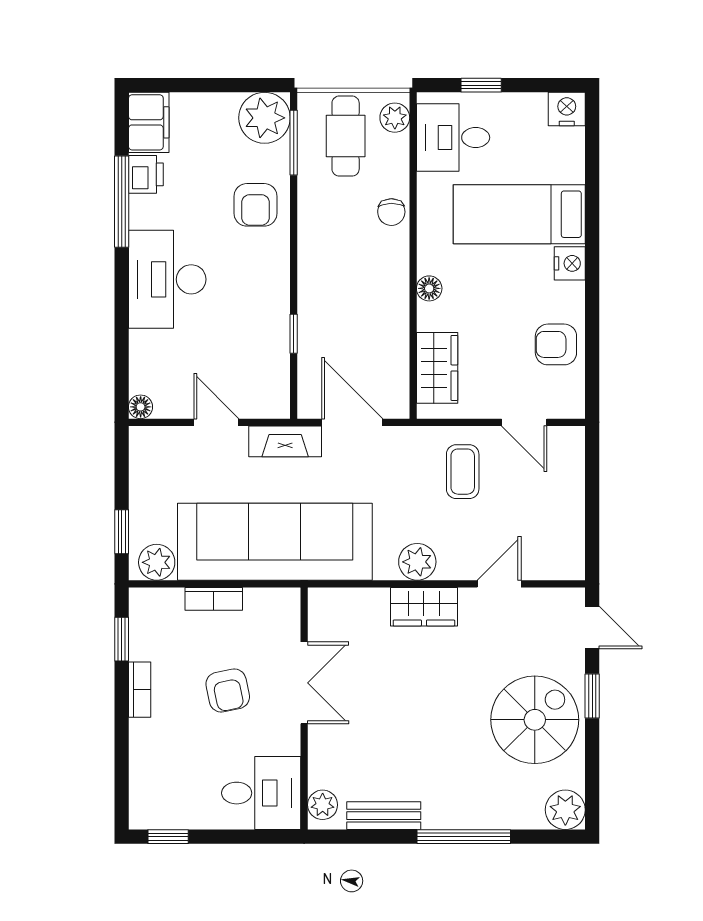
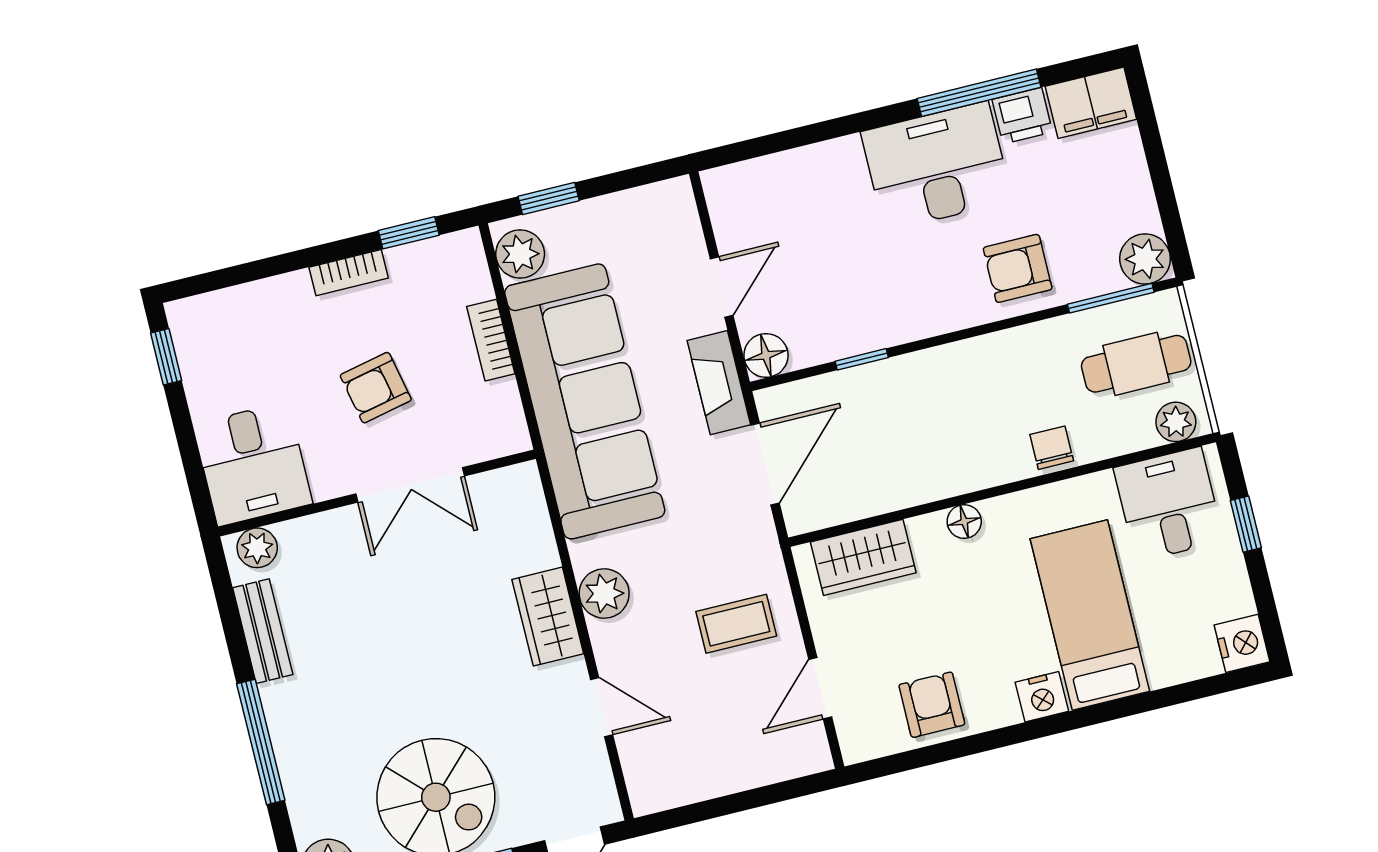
plant: (265, 118) -> (1145, 259), width x0.73, depth x0.73
chair: (391, 212) -> (1052, 448), turned 91
desk: (167, 279) -> (937, 166), moved
floor lamp: (141, 407) -> (766, 355), moved, width x1.37, depth x1.37

